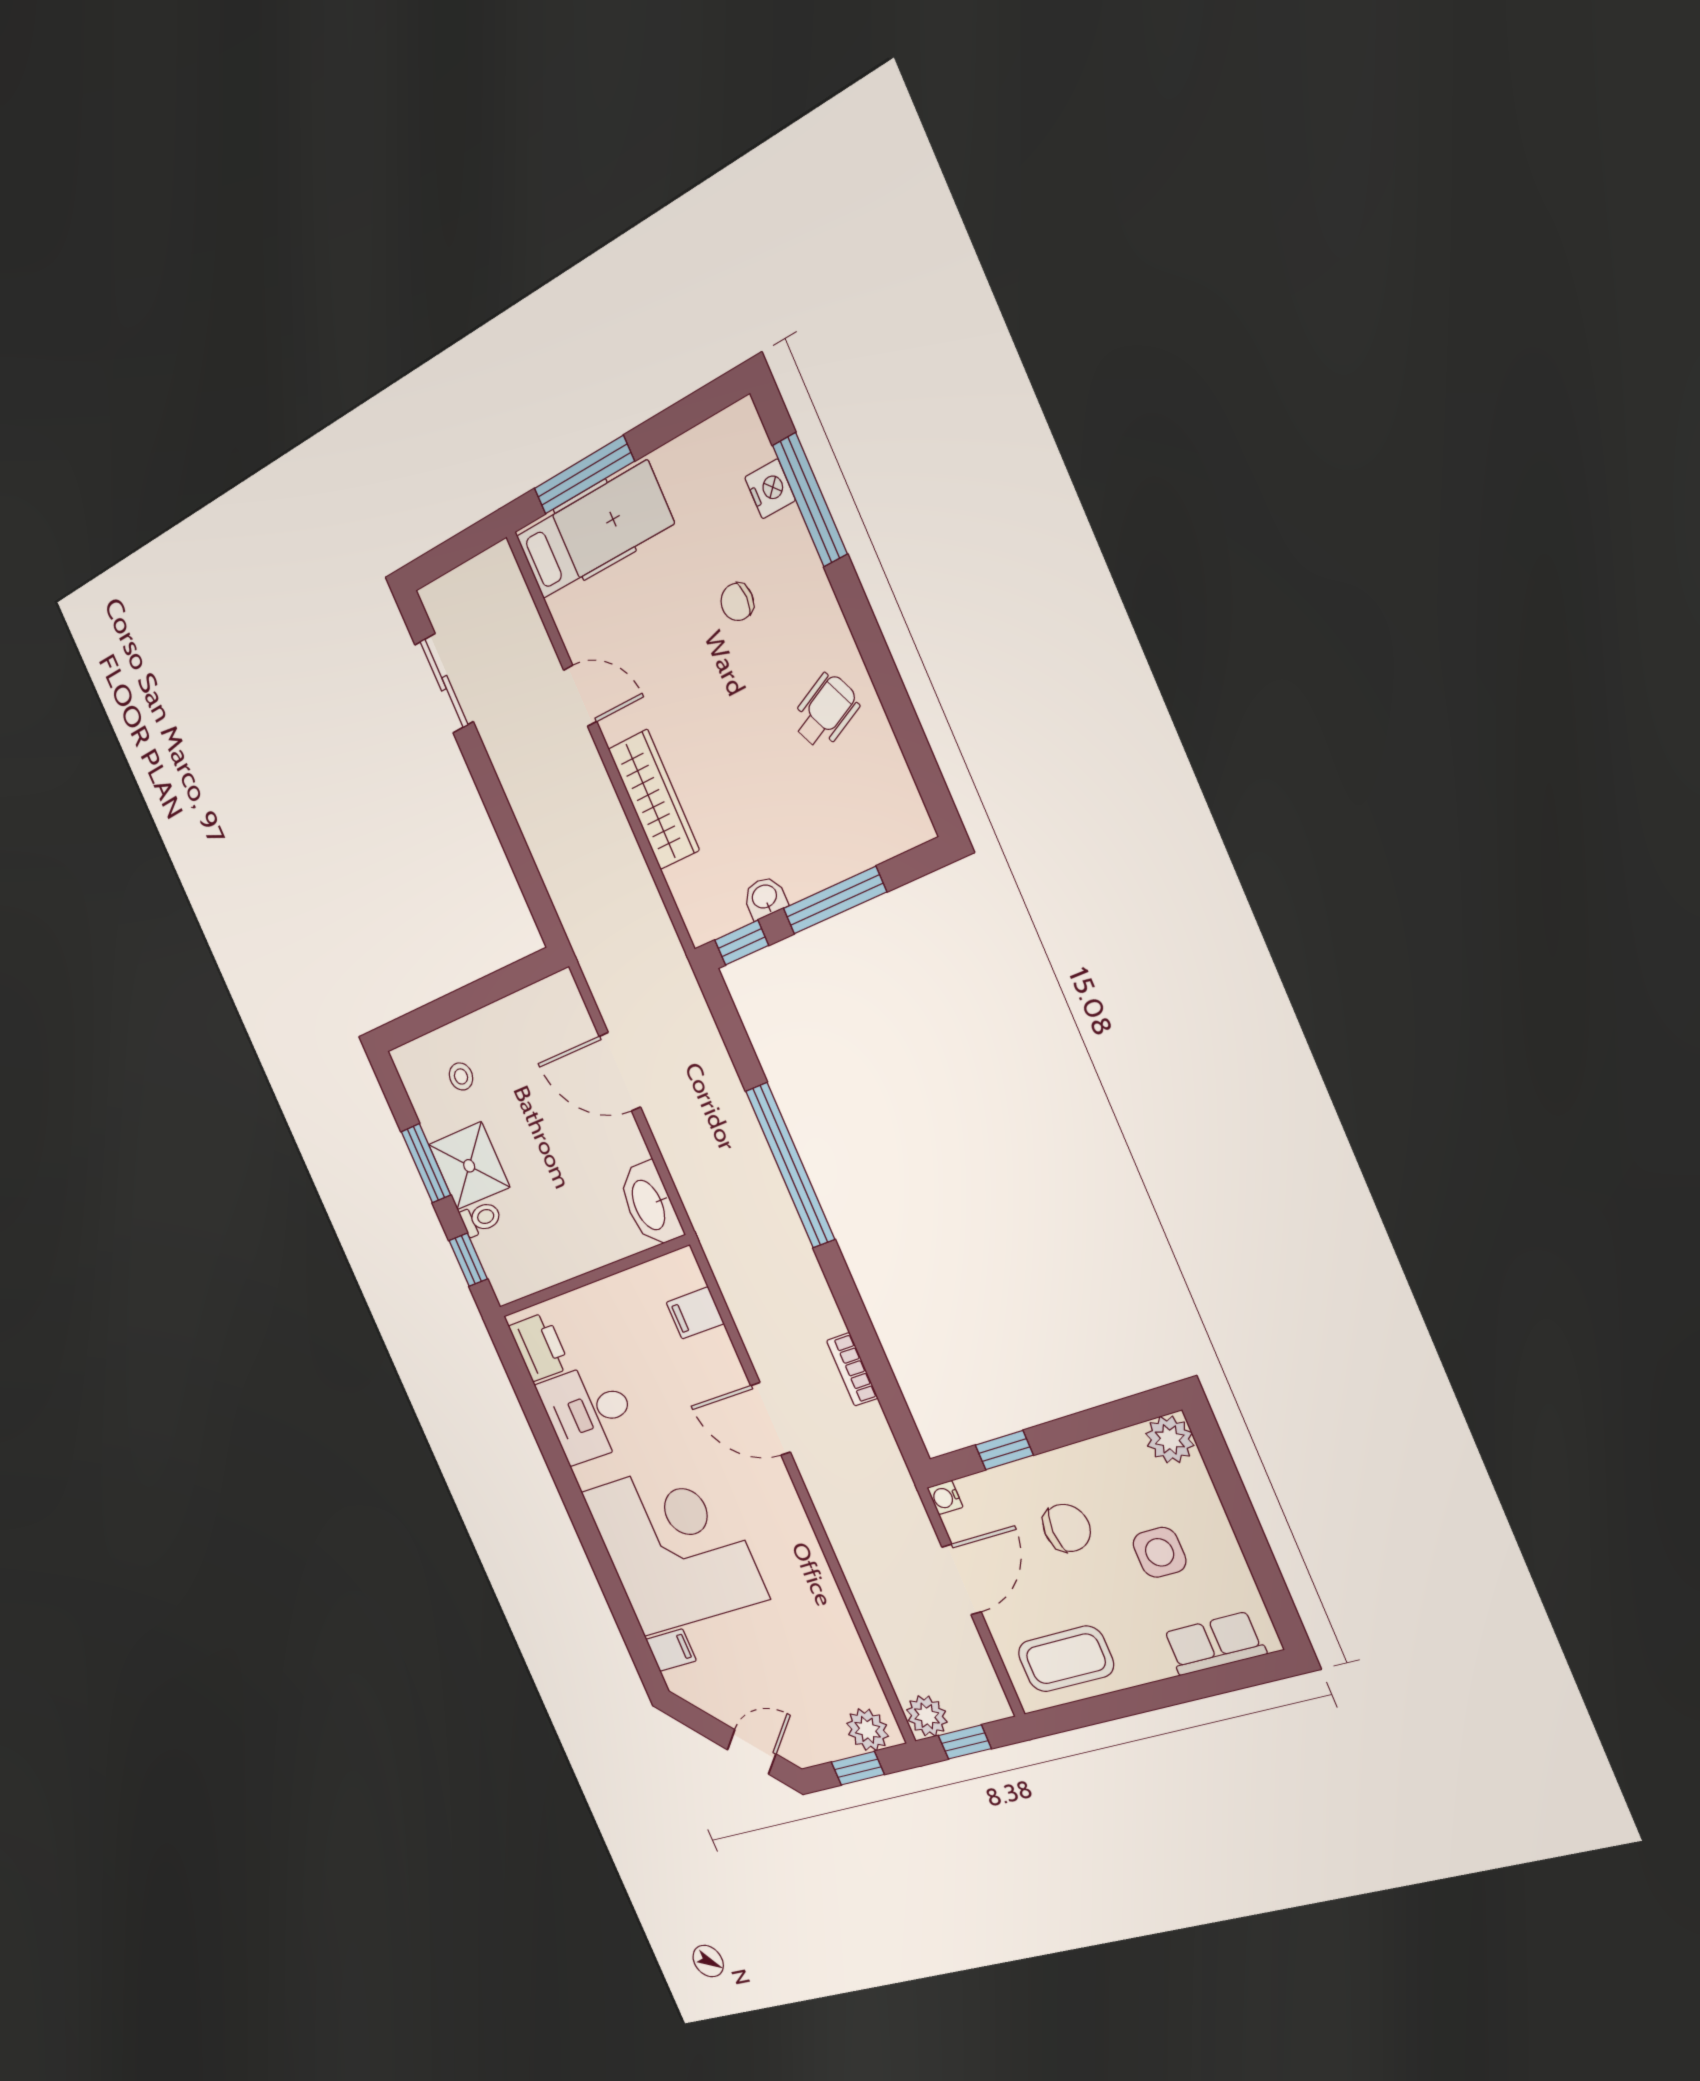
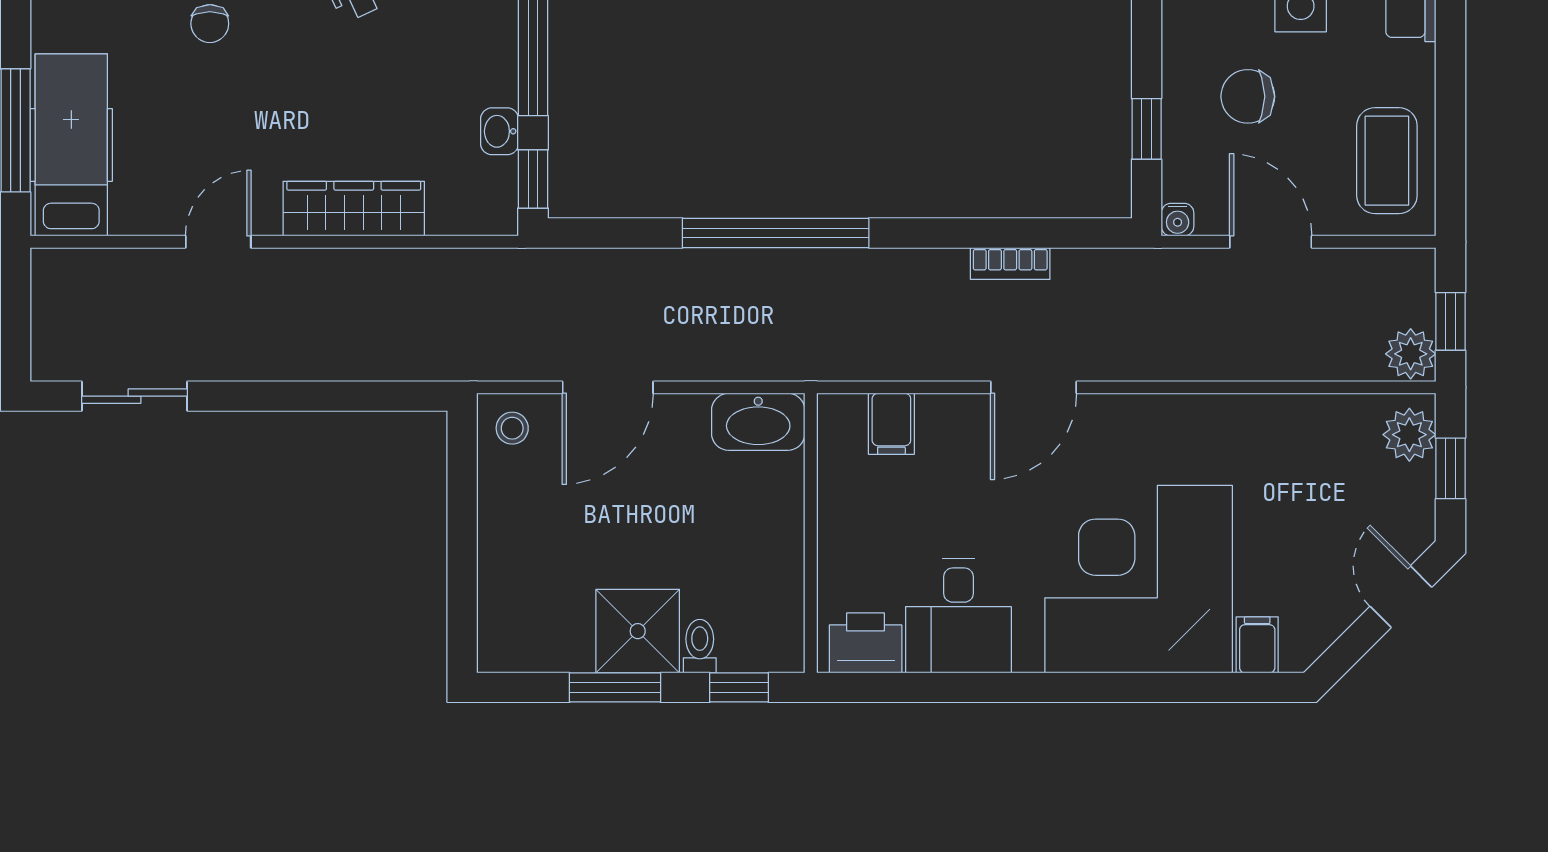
stool: (461, 1076) -> (512, 428), moved
chair: (1067, 1528) -> (1248, 96), turned -90

